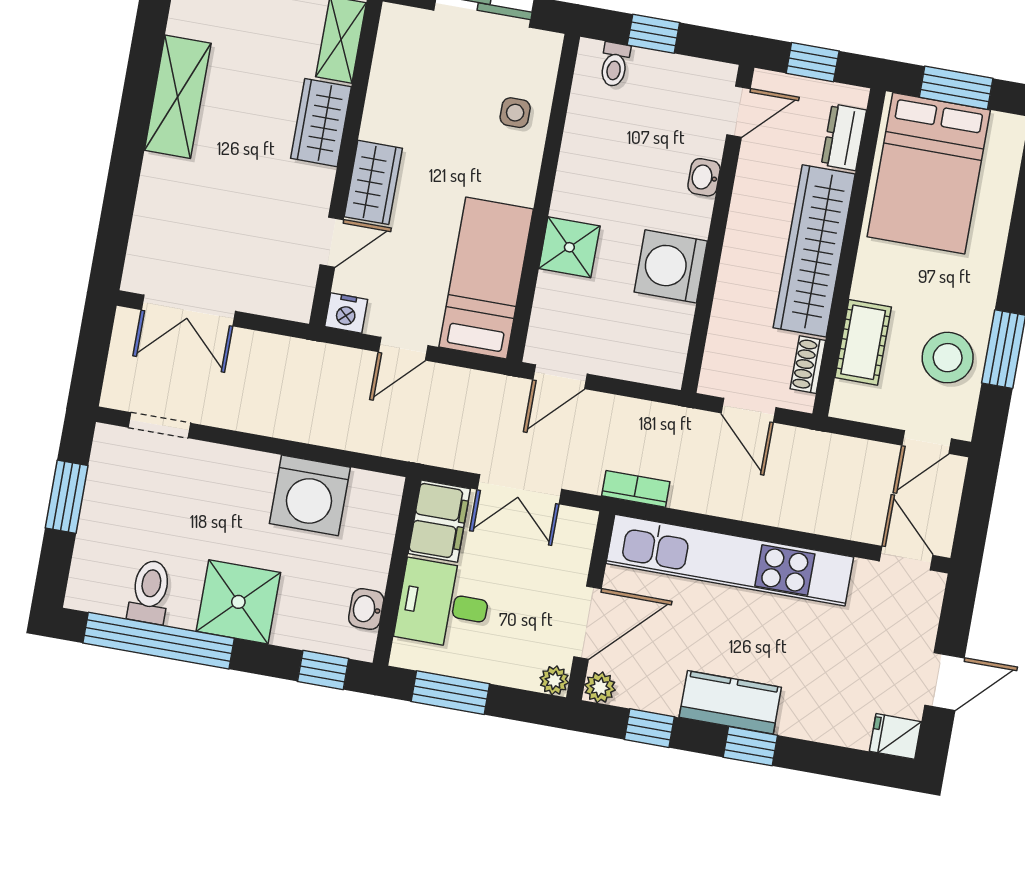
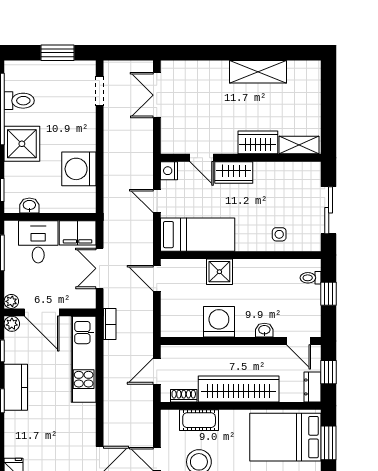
dresser: (844, 137) -> (312, 387), moved, turned -90
kitchen unit: (730, 560) -> (84, 359), width x0.73

